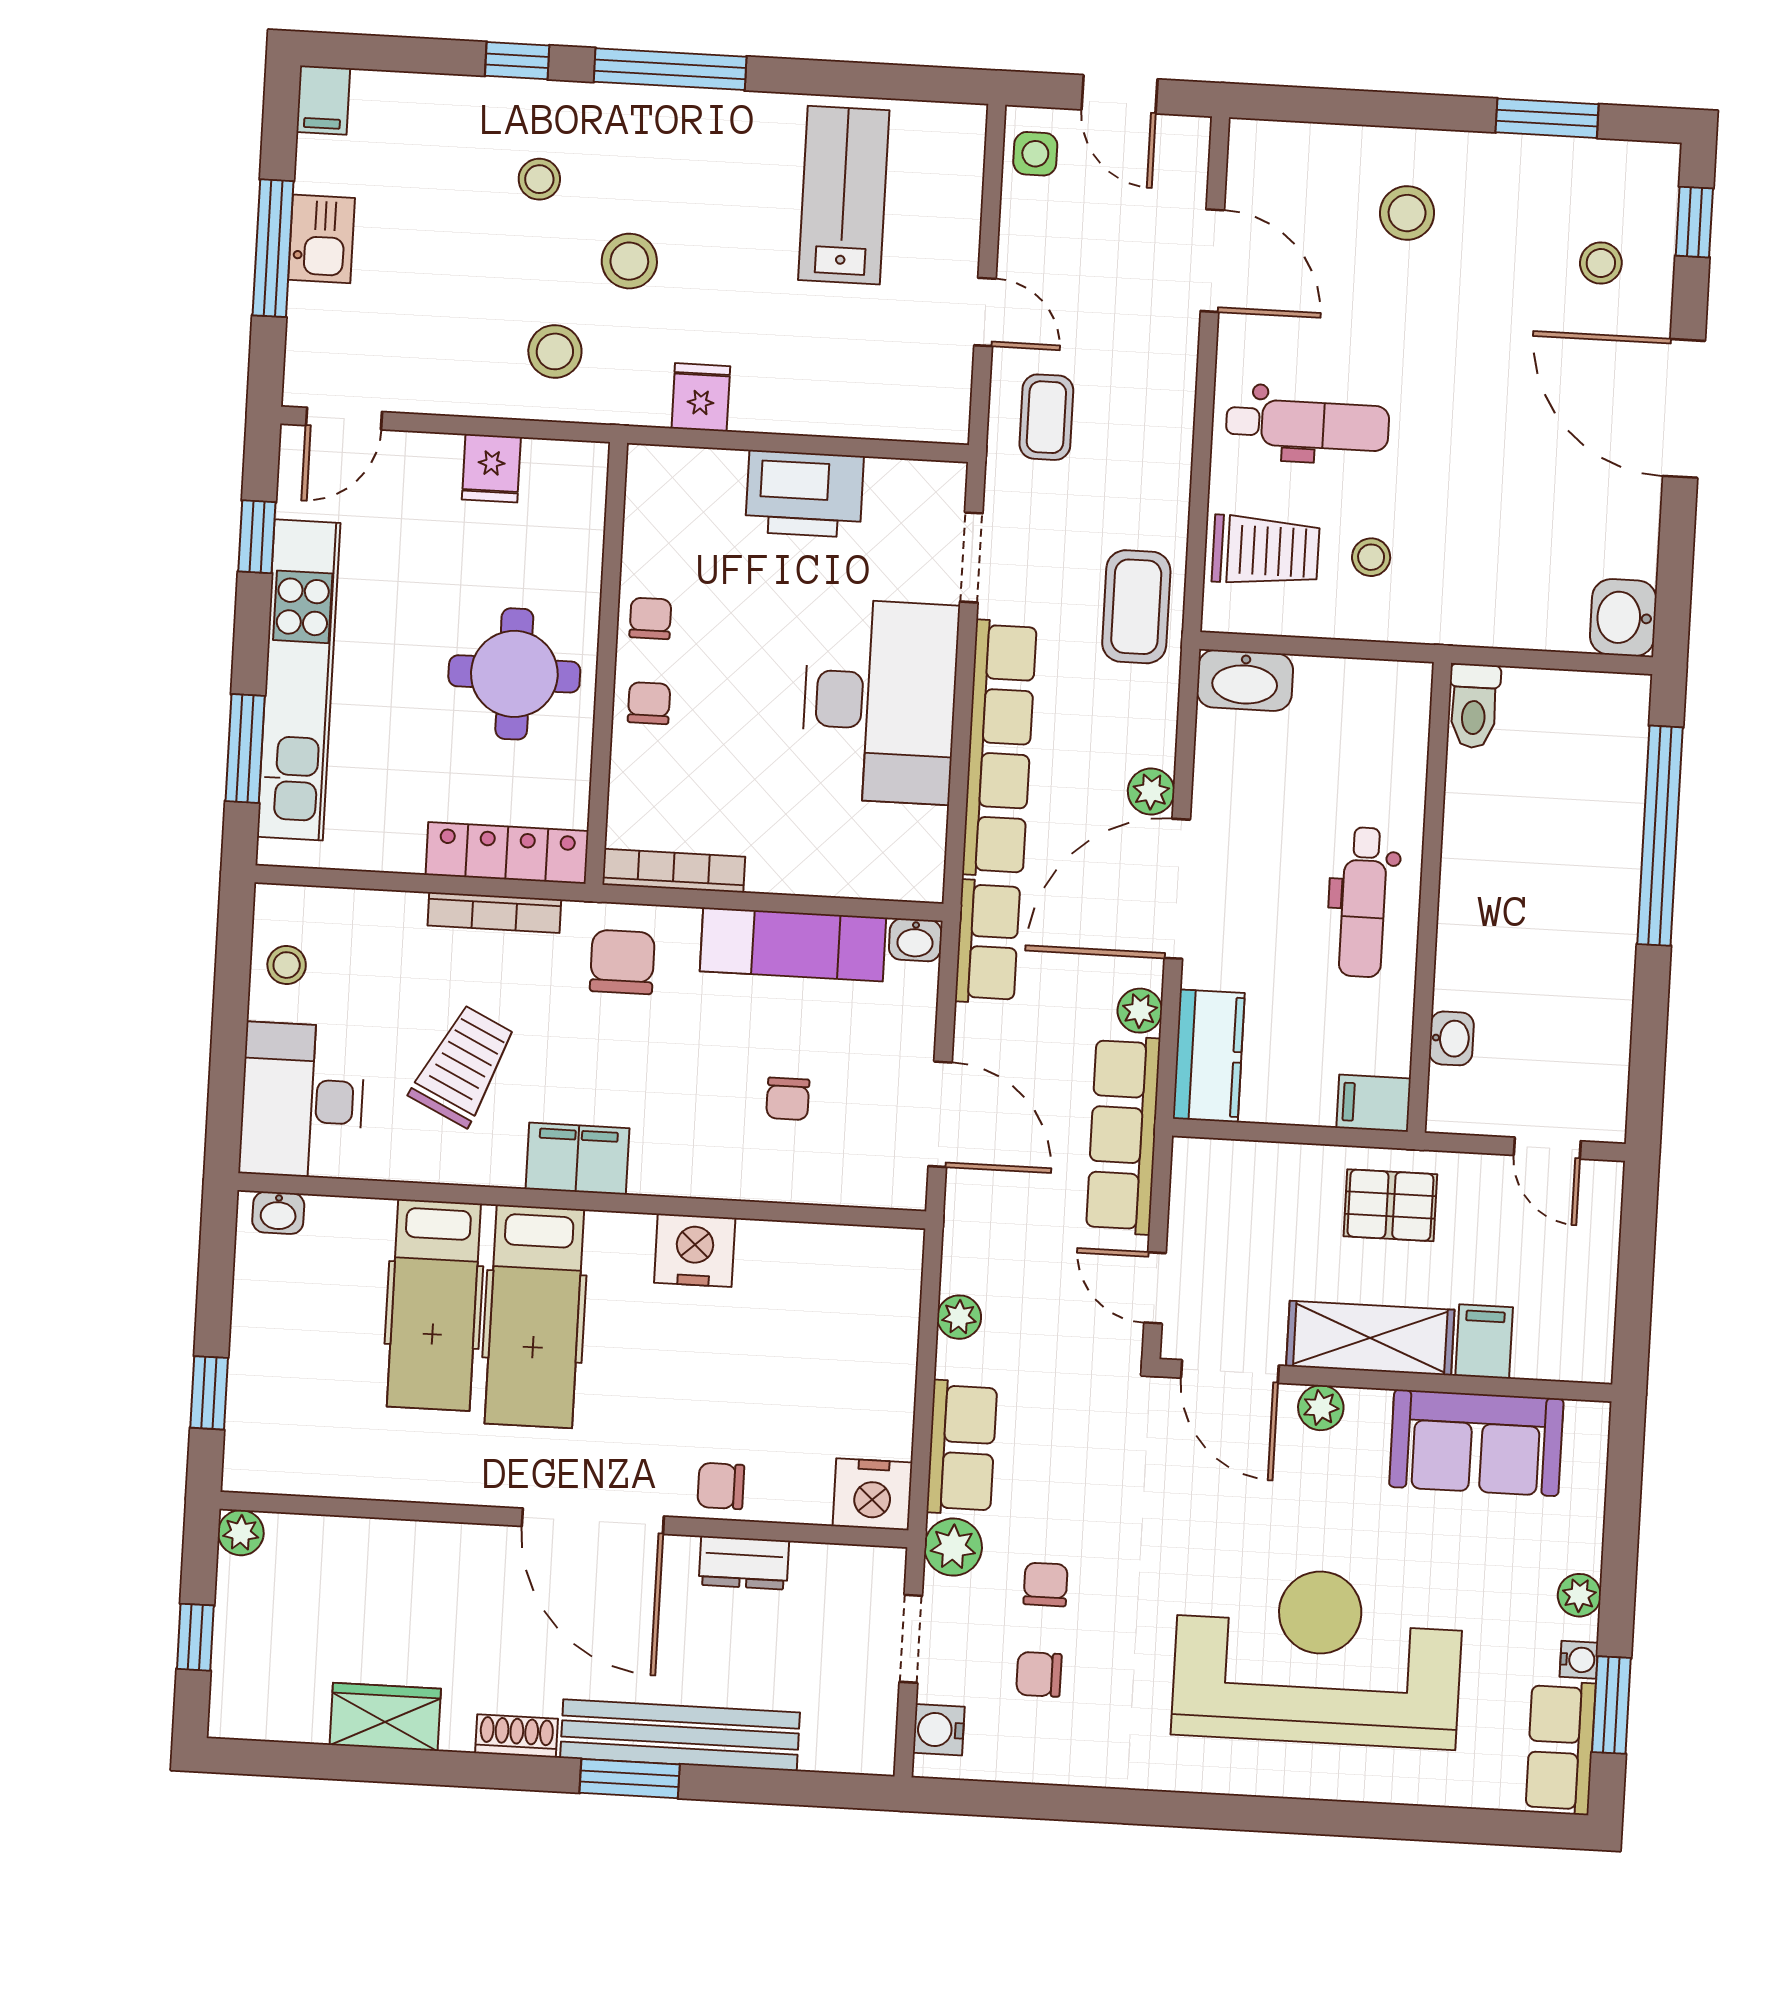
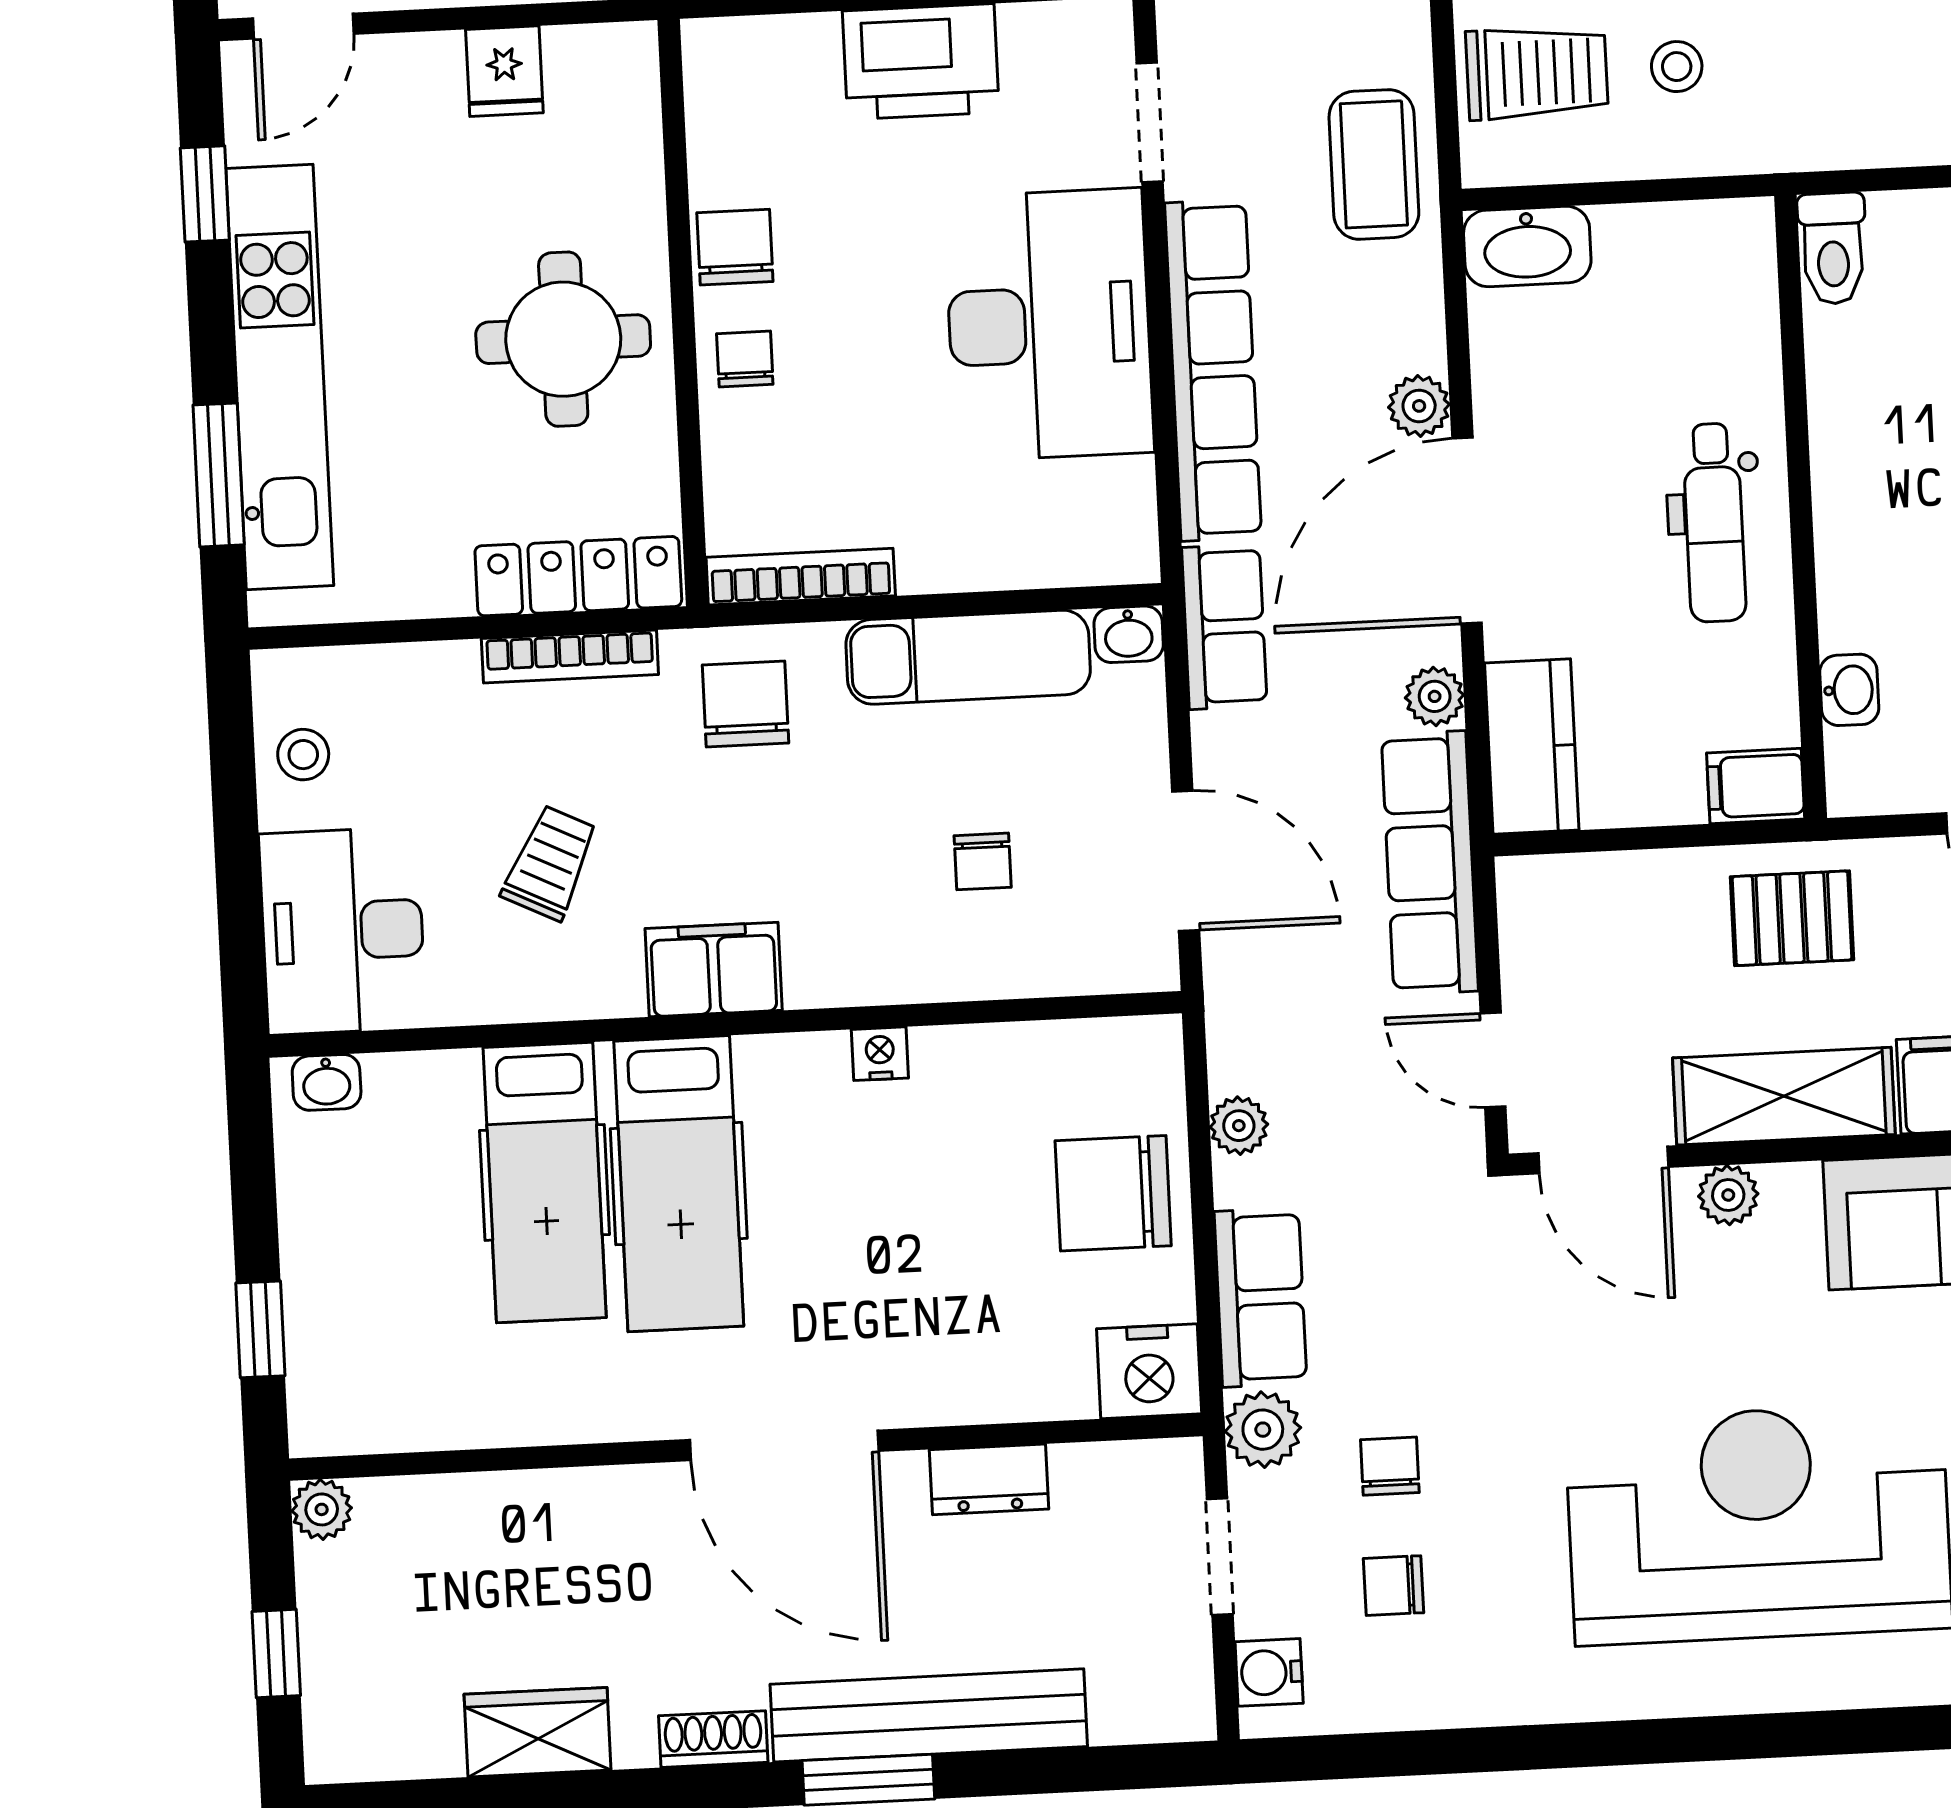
chair: (650, 618) -> (735, 247), width x1.37, depth x1.37
trolley: (463, 1066) -> (550, 863), width x0.73, depth x0.72
nightstand: (695, 1250) -> (880, 1054), width x0.53, depth x0.56
chair: (721, 1486) -> (1113, 1193), moved, width x1.87, depth x1.87

